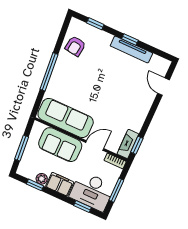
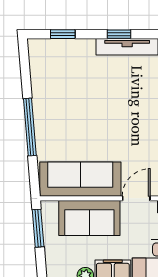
armchair: (75, 46) -> (50, 76), removed
window: (22, 148) -> (38, 228), moved

